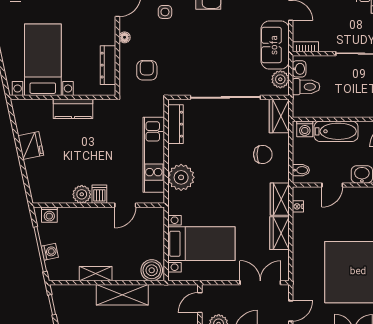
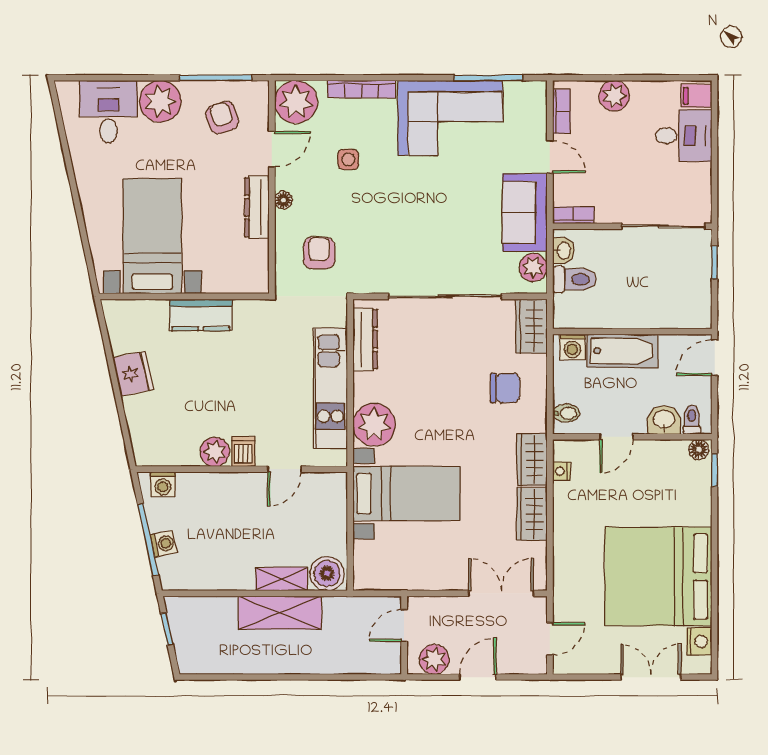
dresser: (108, 65) -> (257, 207), moved
bed with nightstands: (201, 244) -> (407, 493), moved
shelving: (96, 274) -> (282, 579), moved

